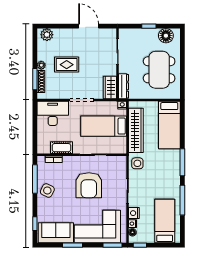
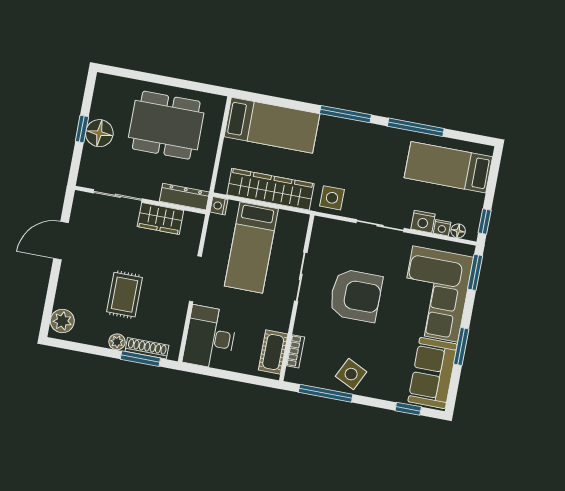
floor lamp: (166, 36) -> (99, 133), moved
wardrobe: (110, 88) -> (160, 219), moved
cot: (61, 148) -> (273, 352), moved

